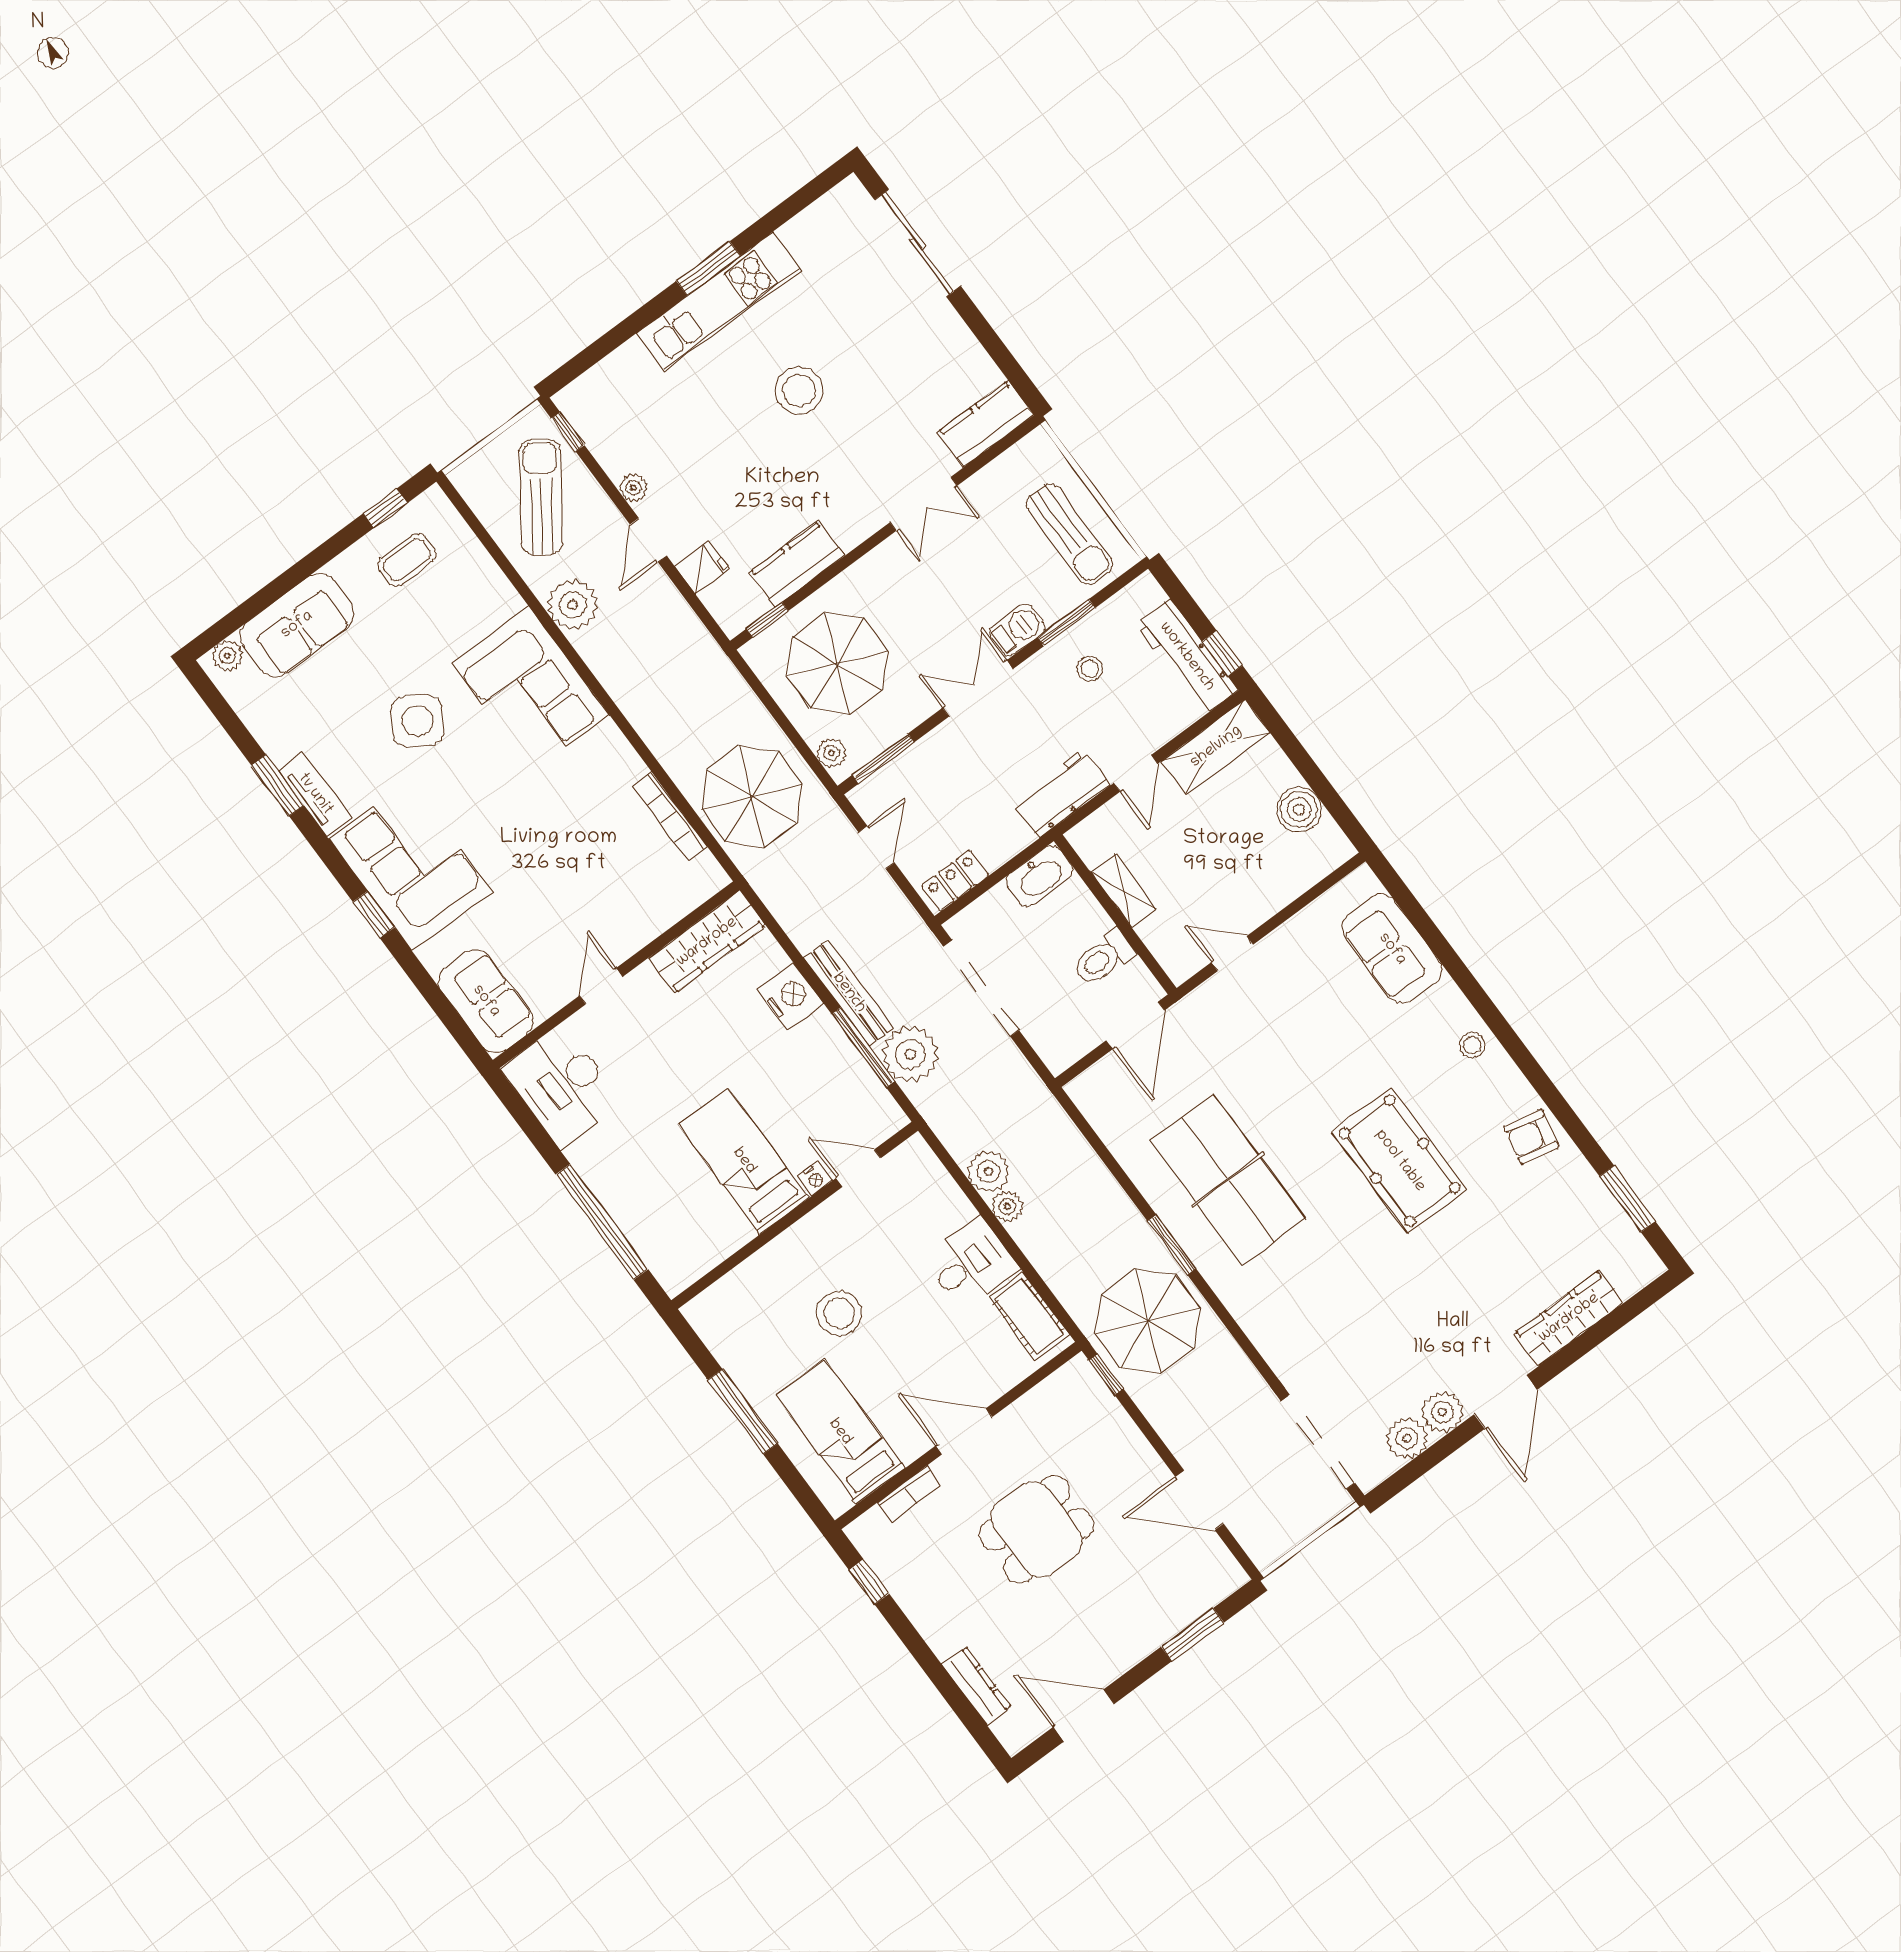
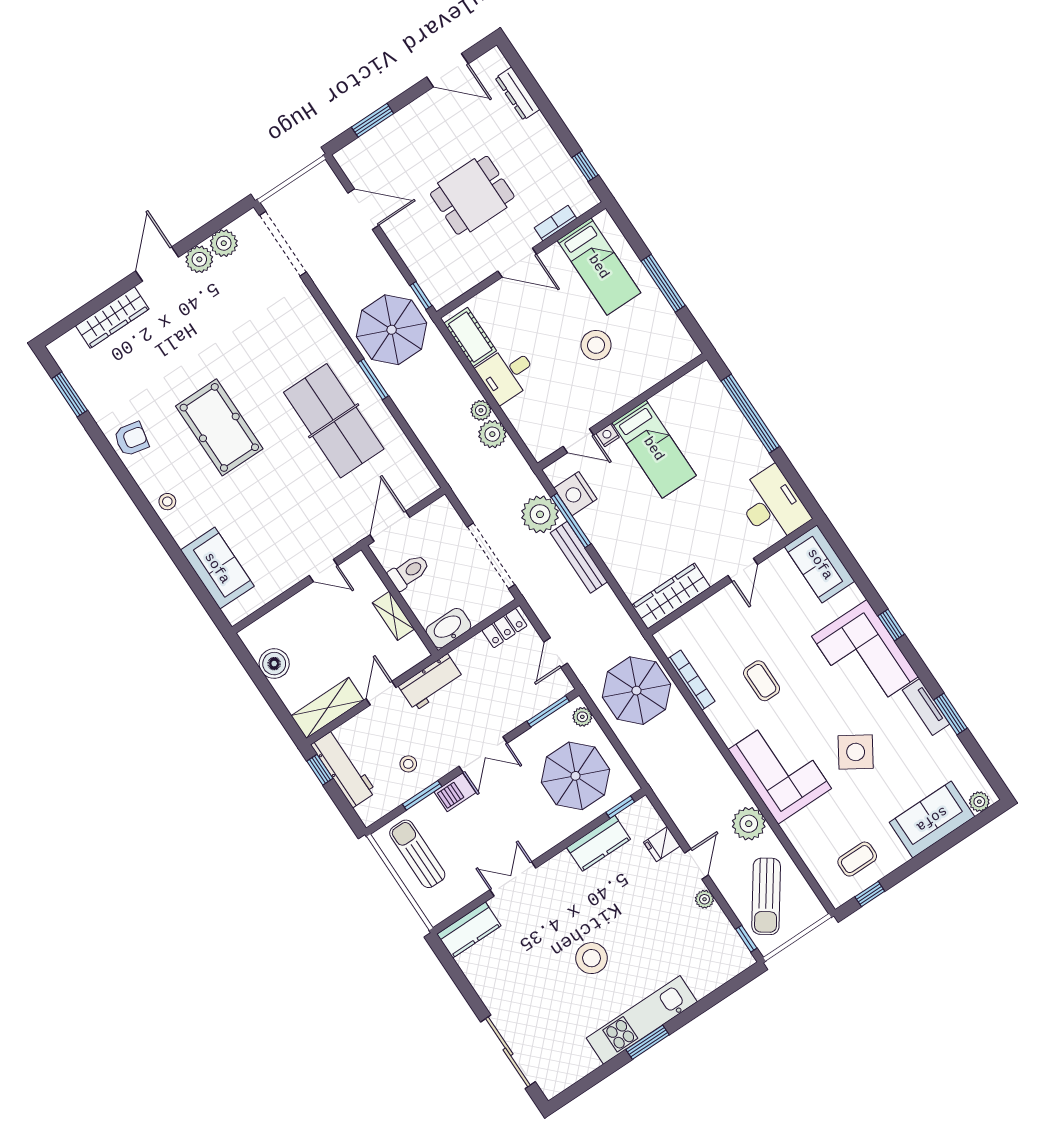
coffee table: (564, 821) -> (762, 681), added
nightstand: (790, 996) -> (575, 494), moved

